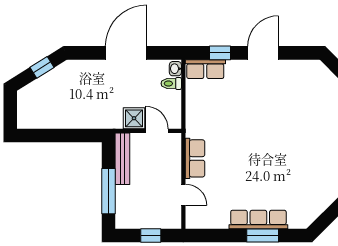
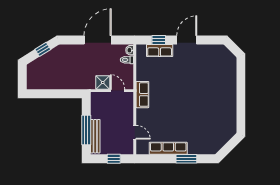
row of seats: (205, 69) -> (160, 50), moved
row of seats: (195, 158) -> (142, 95), moved
bench: (122, 159) -> (95, 136), moved
row of seats: (258, 219) -> (168, 148), moved

